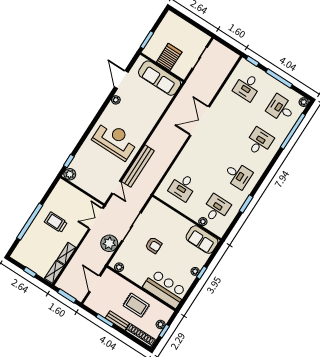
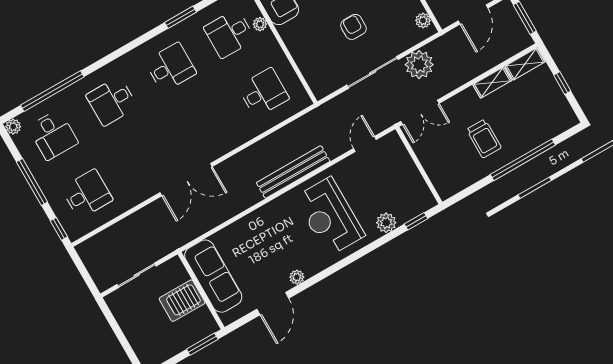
bench: (138, 166) -> (293, 172), moved
plant: (70, 174) -> (386, 223), moved
desk: (238, 175) -> (171, 67), turned 90

